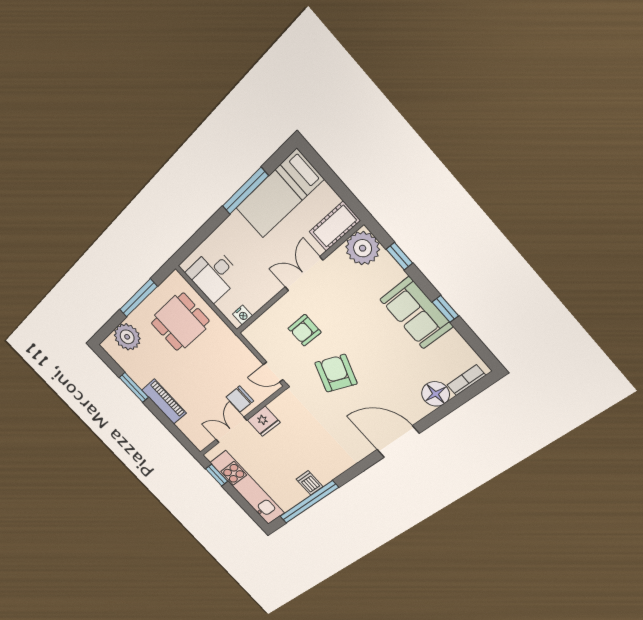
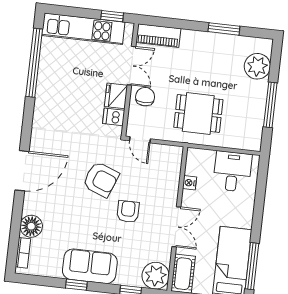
window: (245, 191) -> (252, 266), moved
nightstand: (242, 315) -> (190, 183), moved
dining table: (180, 322) -> (198, 113), moved, turned 90
armchair: (304, 330) -> (128, 212), moved
door: (273, 372) -> (140, 140), swing flipped
piano: (164, 402) -> (158, 36), moved
dishwasher: (309, 483) -> (114, 117), moved, turned 180

